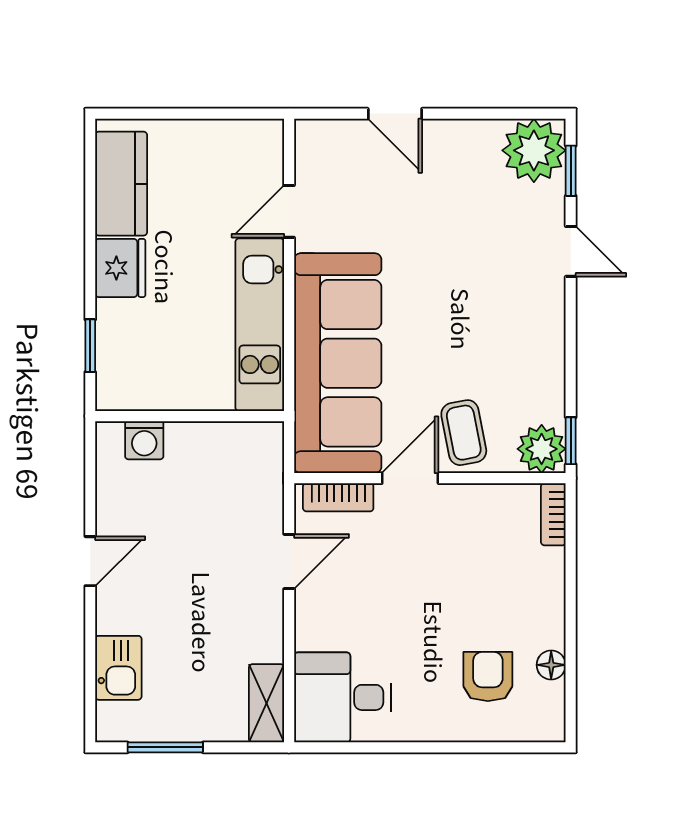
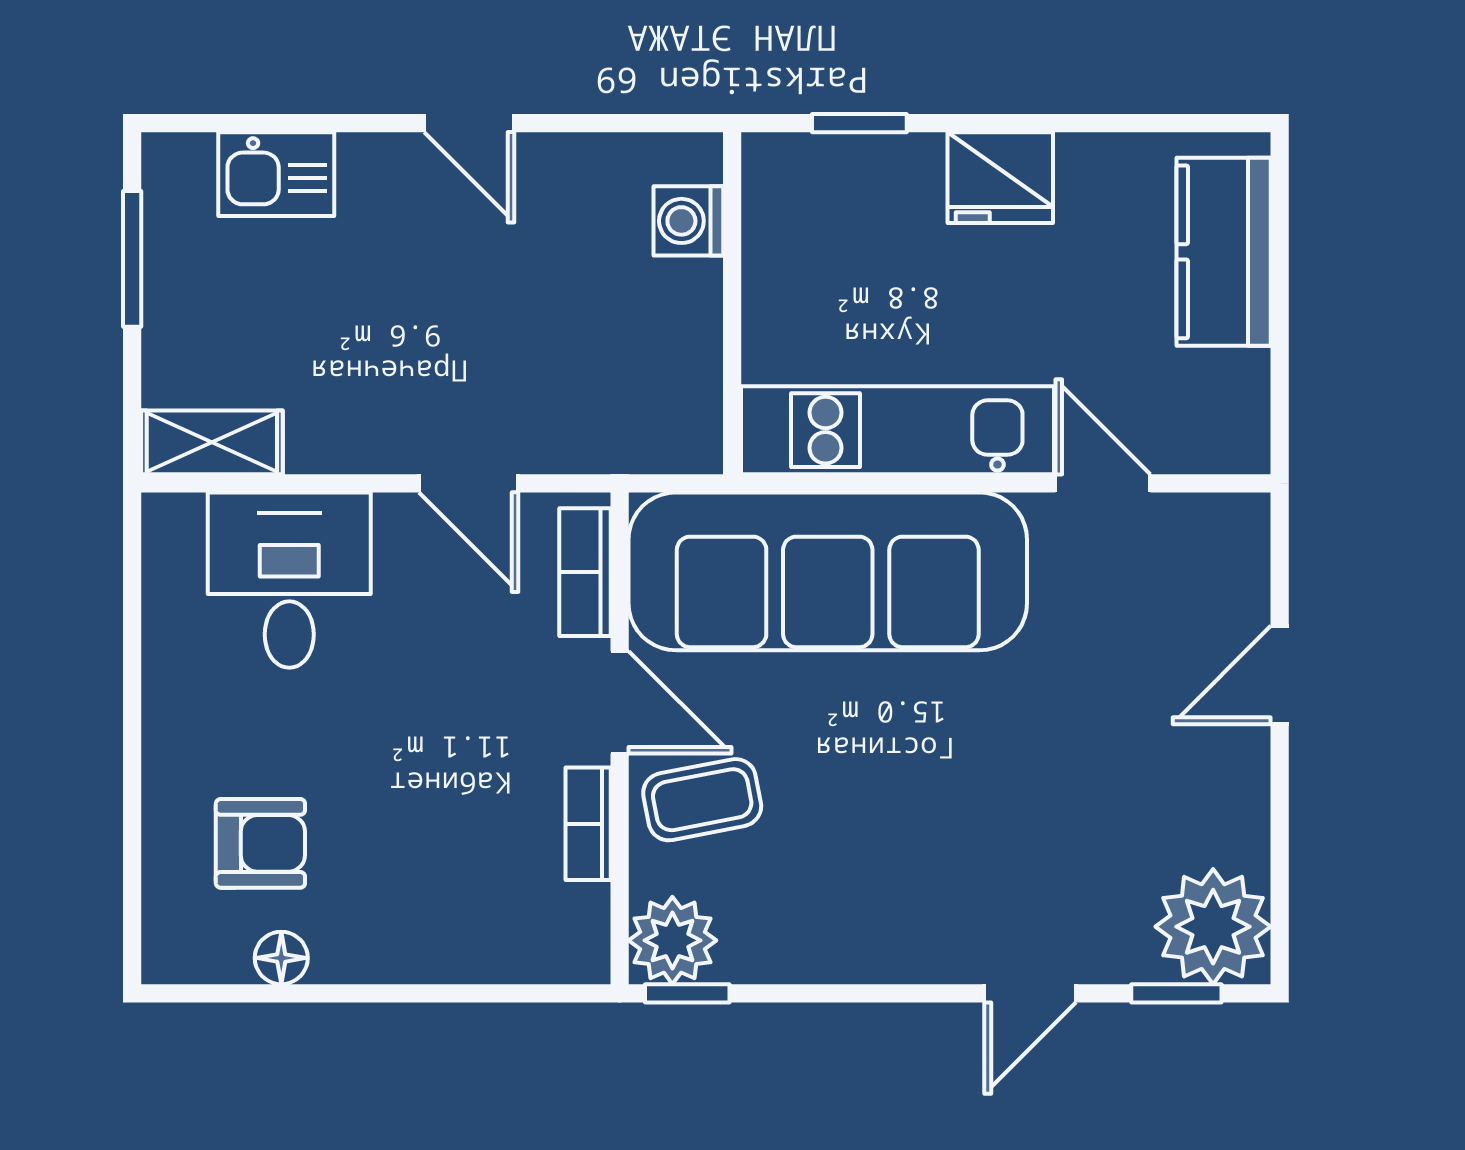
kitchen counter: (121, 184) -> (1224, 252), moved, turned 90
bookcase: (553, 514) -> (588, 824), moved, turned -90
desk: (343, 697) -> (289, 580), moved

